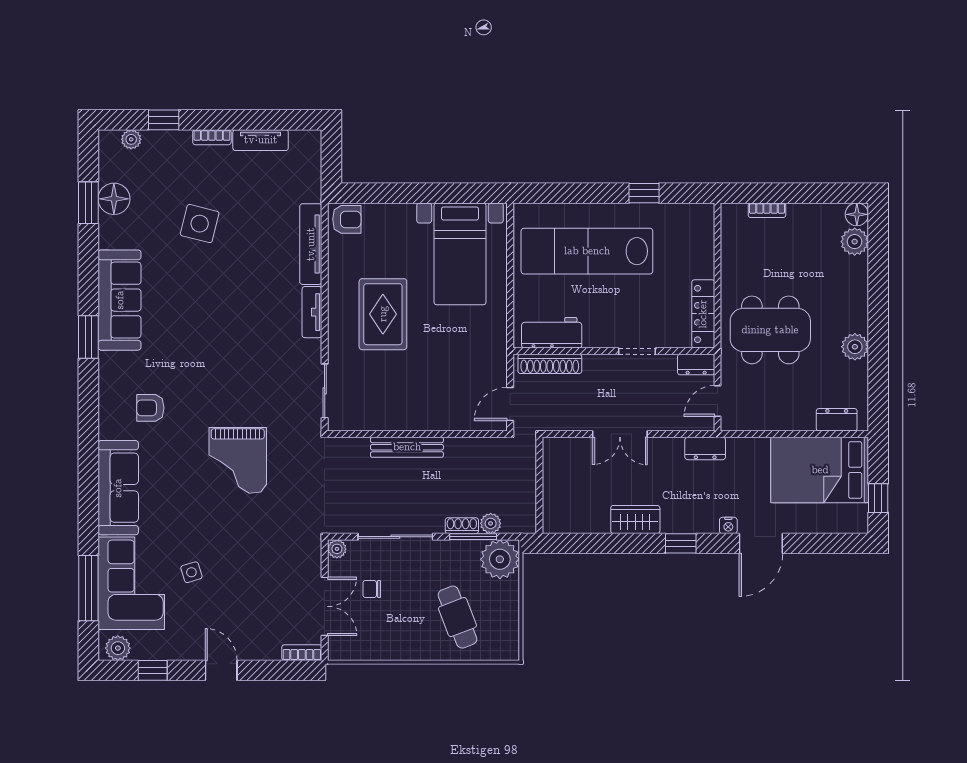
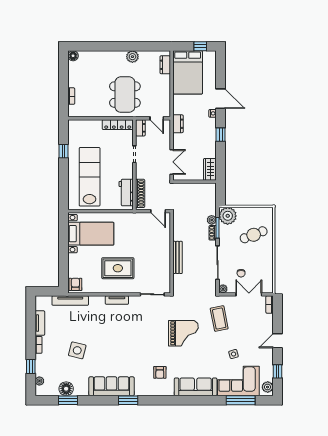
plant: (855, 242) -> (85, 57), removed
tv unit: (311, 244) -> (70, 301), moved
lab bench: (587, 251) -> (90, 177), turned 180
wall: (539, 485) -> (195, 182), moved
wardrobe: (635, 519) -> (210, 169), moved
coffee table: (271, 540) -> (219, 319), added

